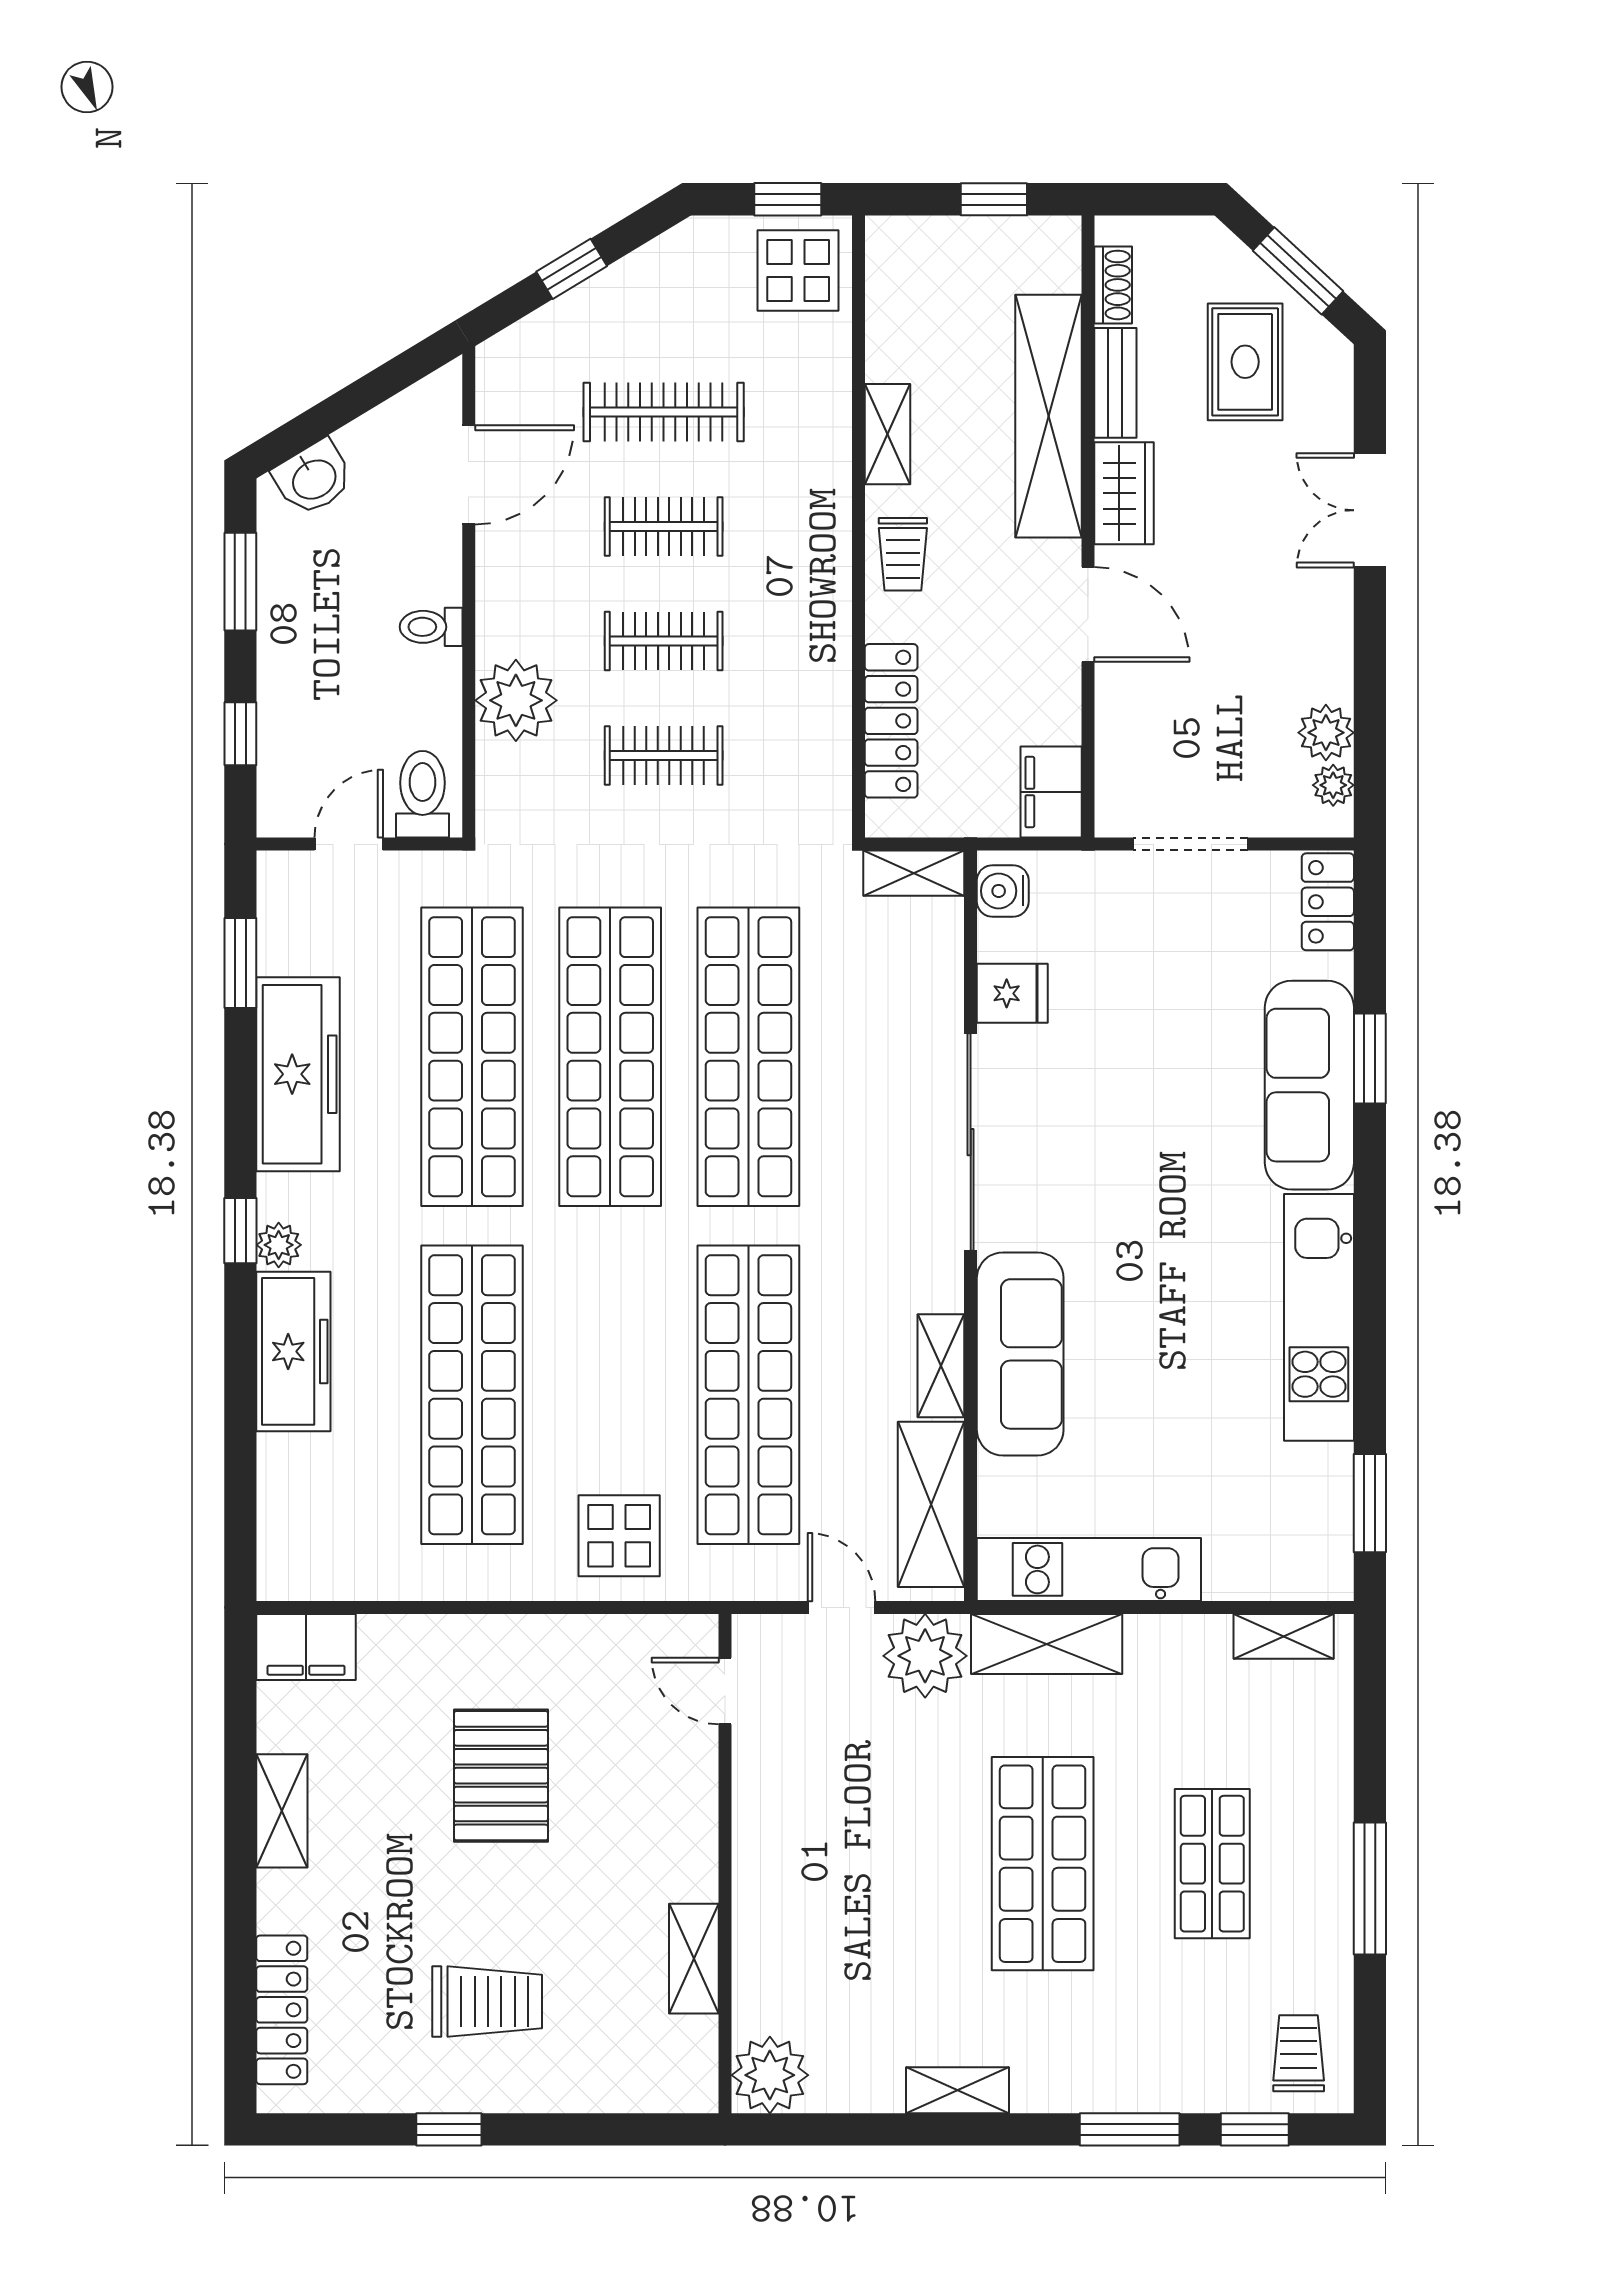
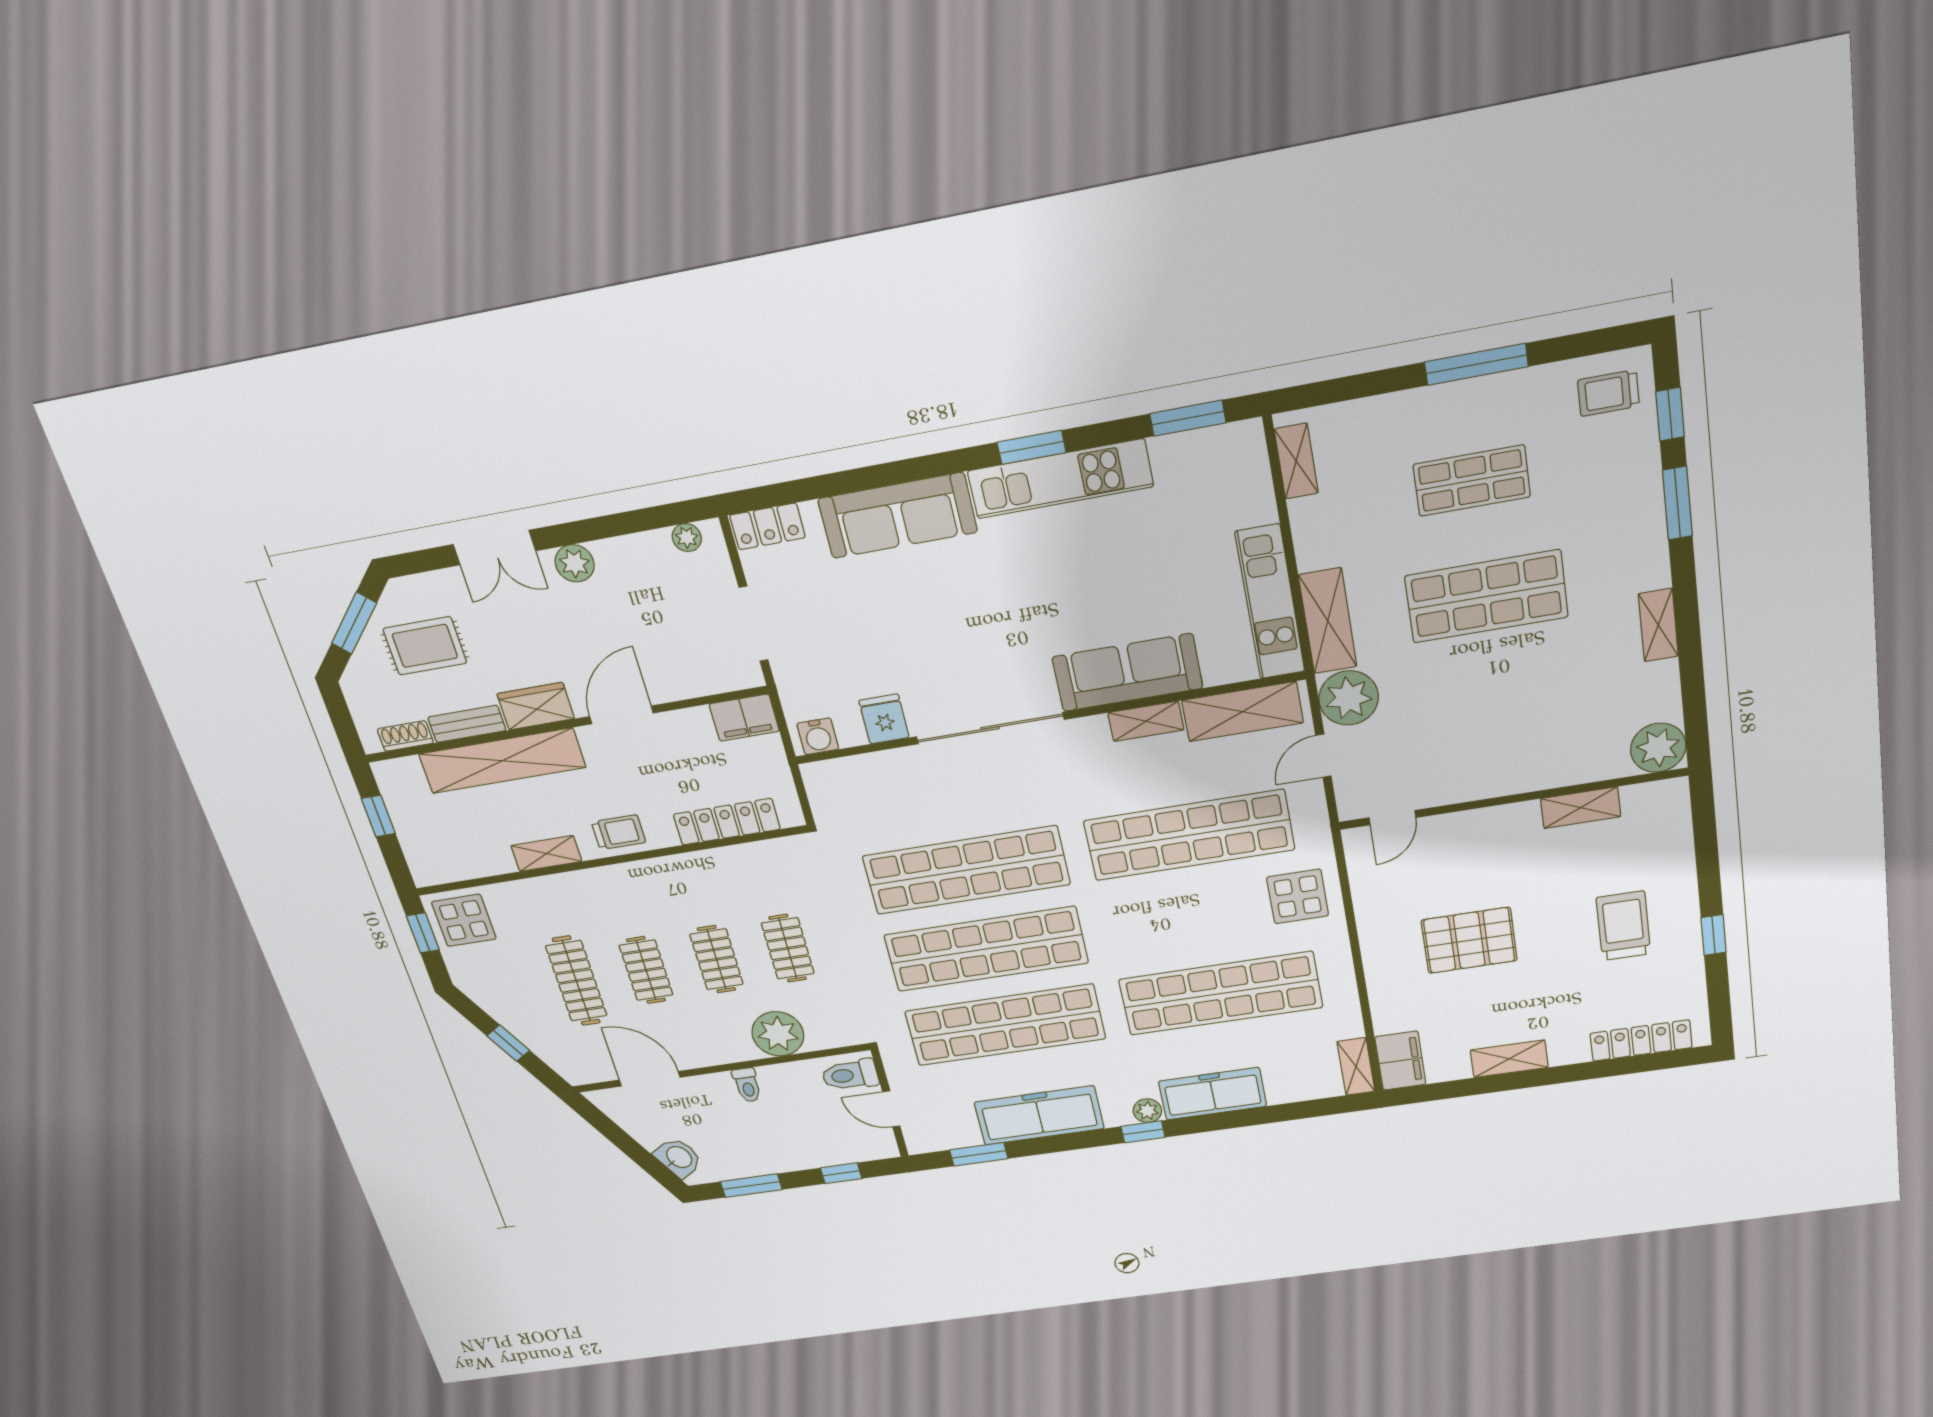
plant: (1326, 733) -> (575, 563), moved
shelving: (914, 873) -> (1356, 1066), moved
window: (1370, 1058) -> (1032, 447), moved

